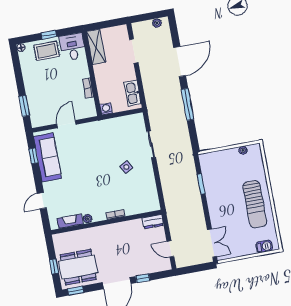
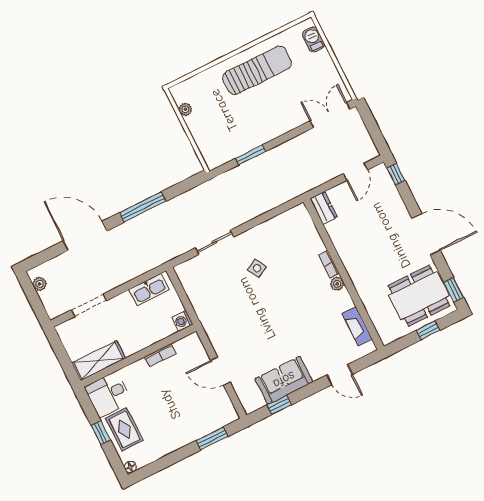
sofa: (47, 157) -> (284, 380), width x0.73
plant: (88, 219) -> (337, 284), moved
dining table: (78, 267) -> (419, 296), turned 90
window: (143, 278) -> (396, 174), moved

